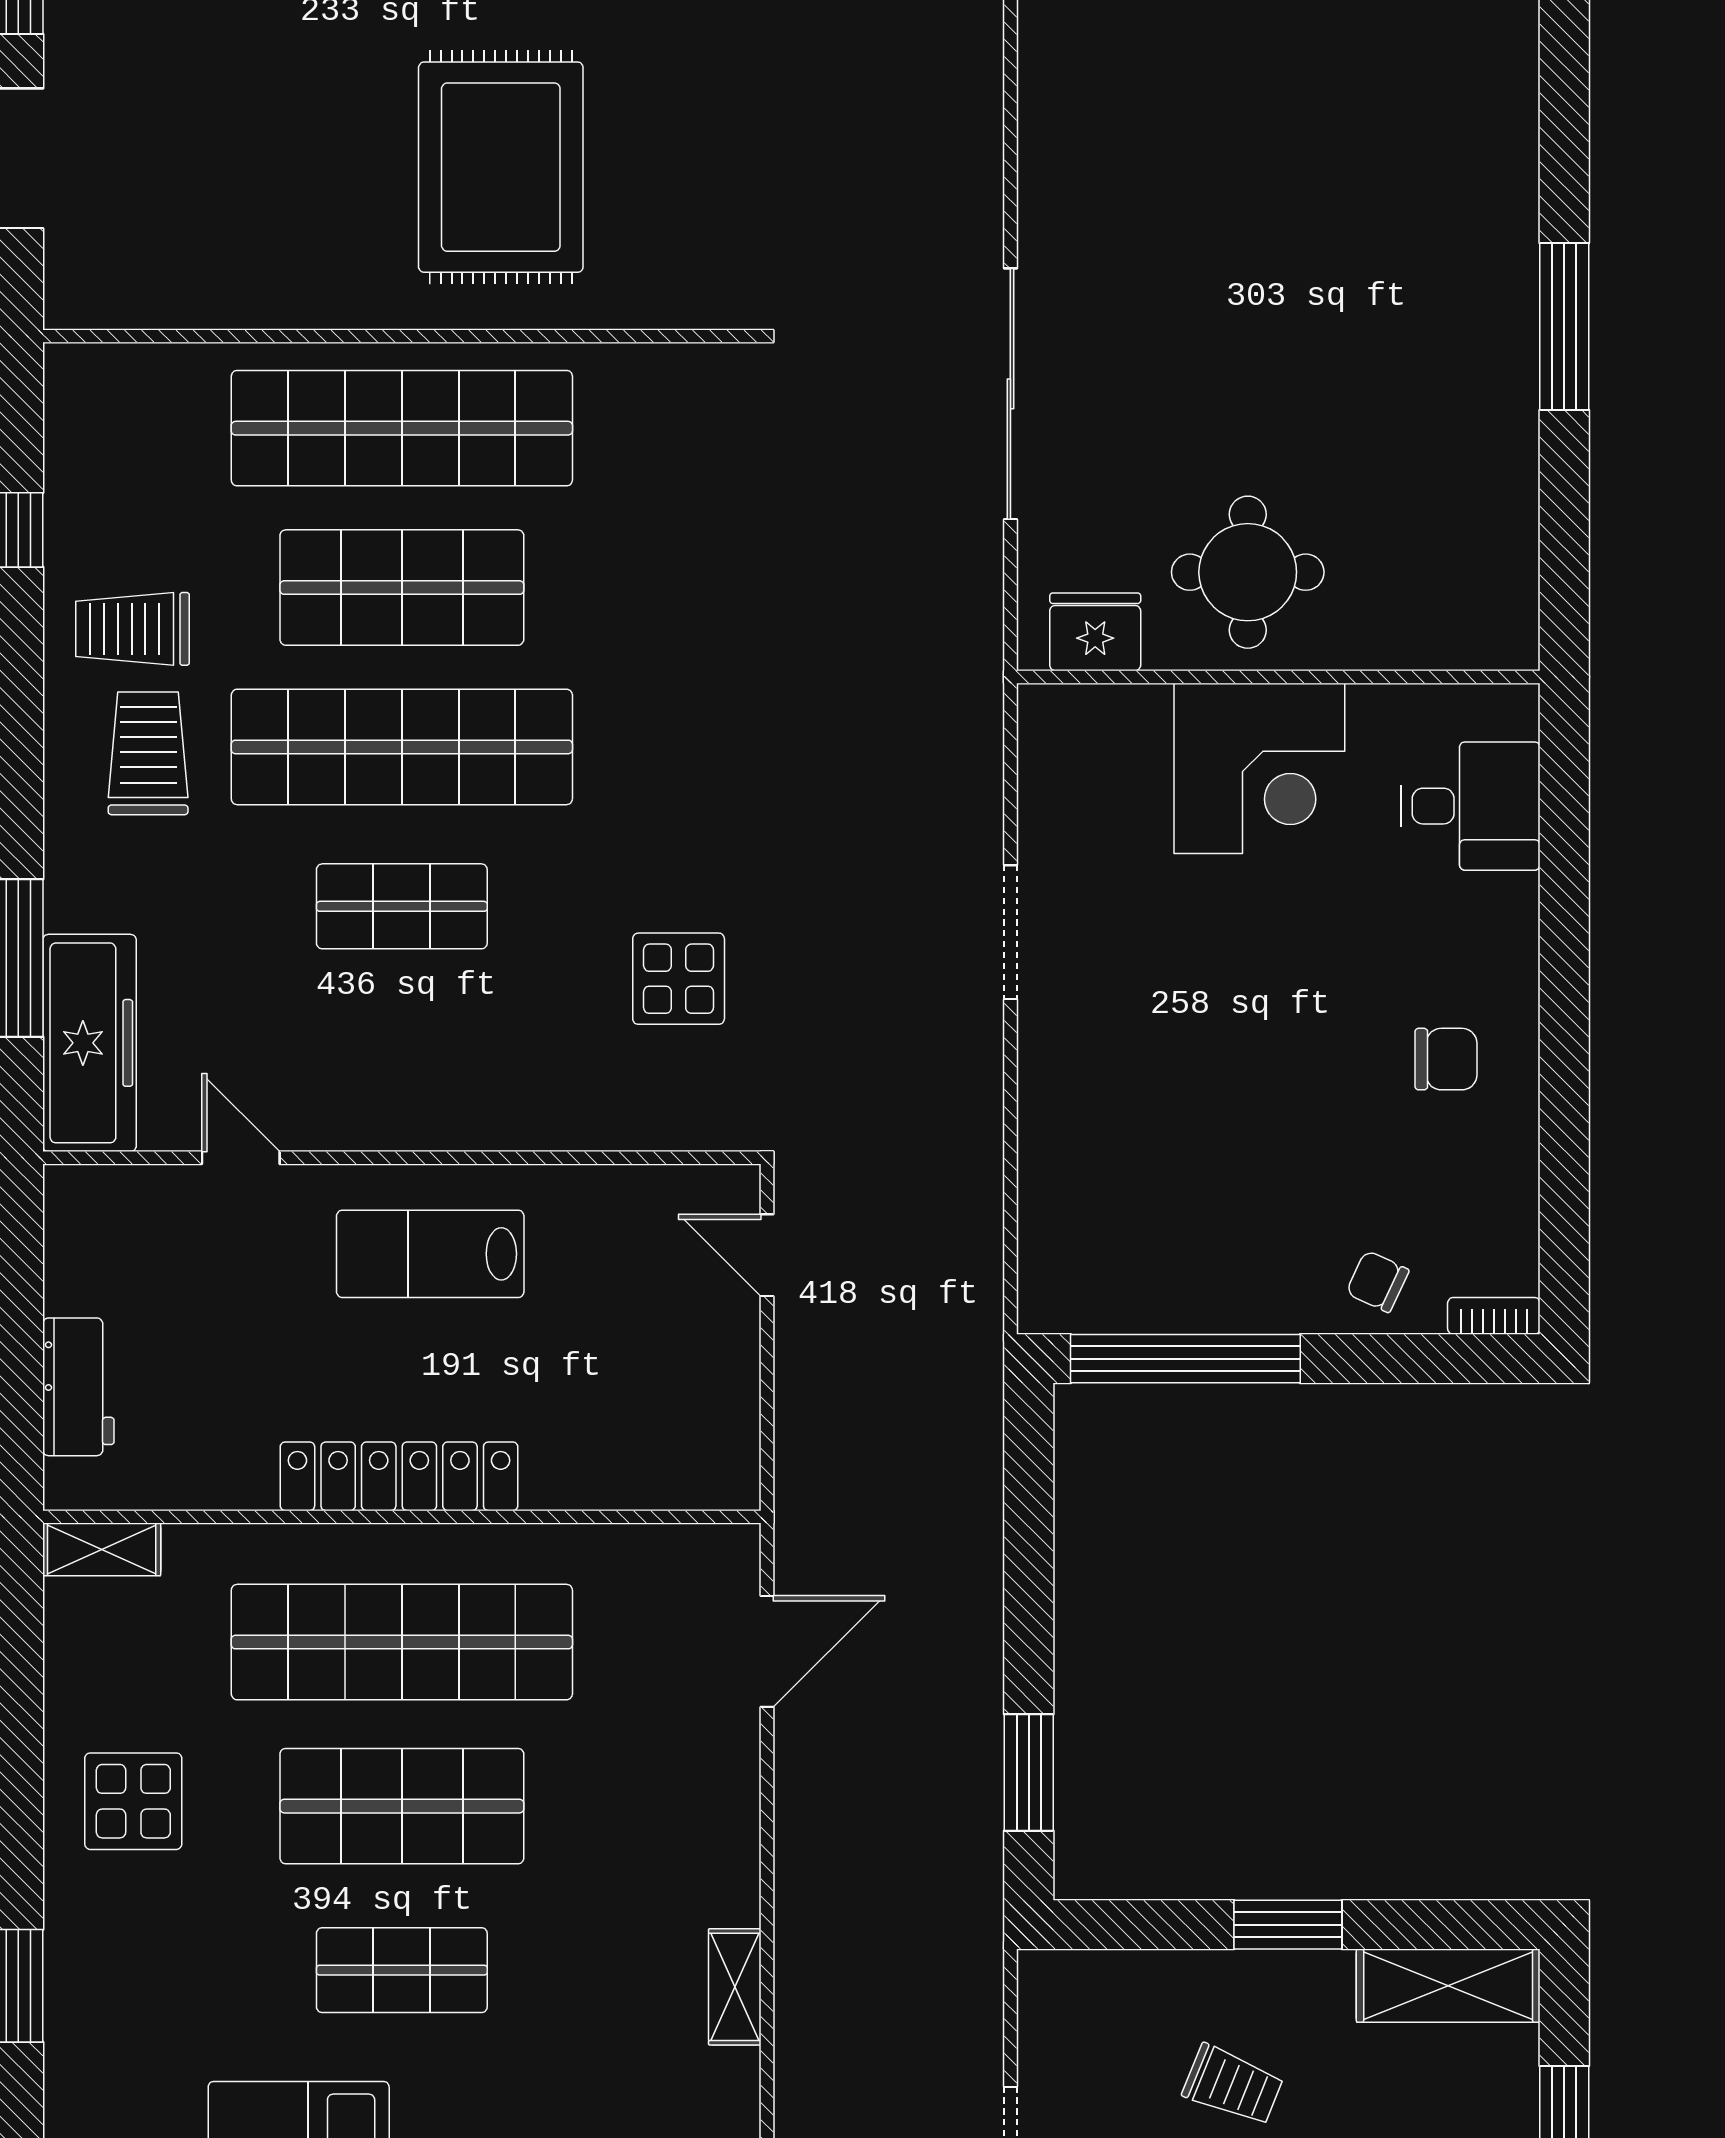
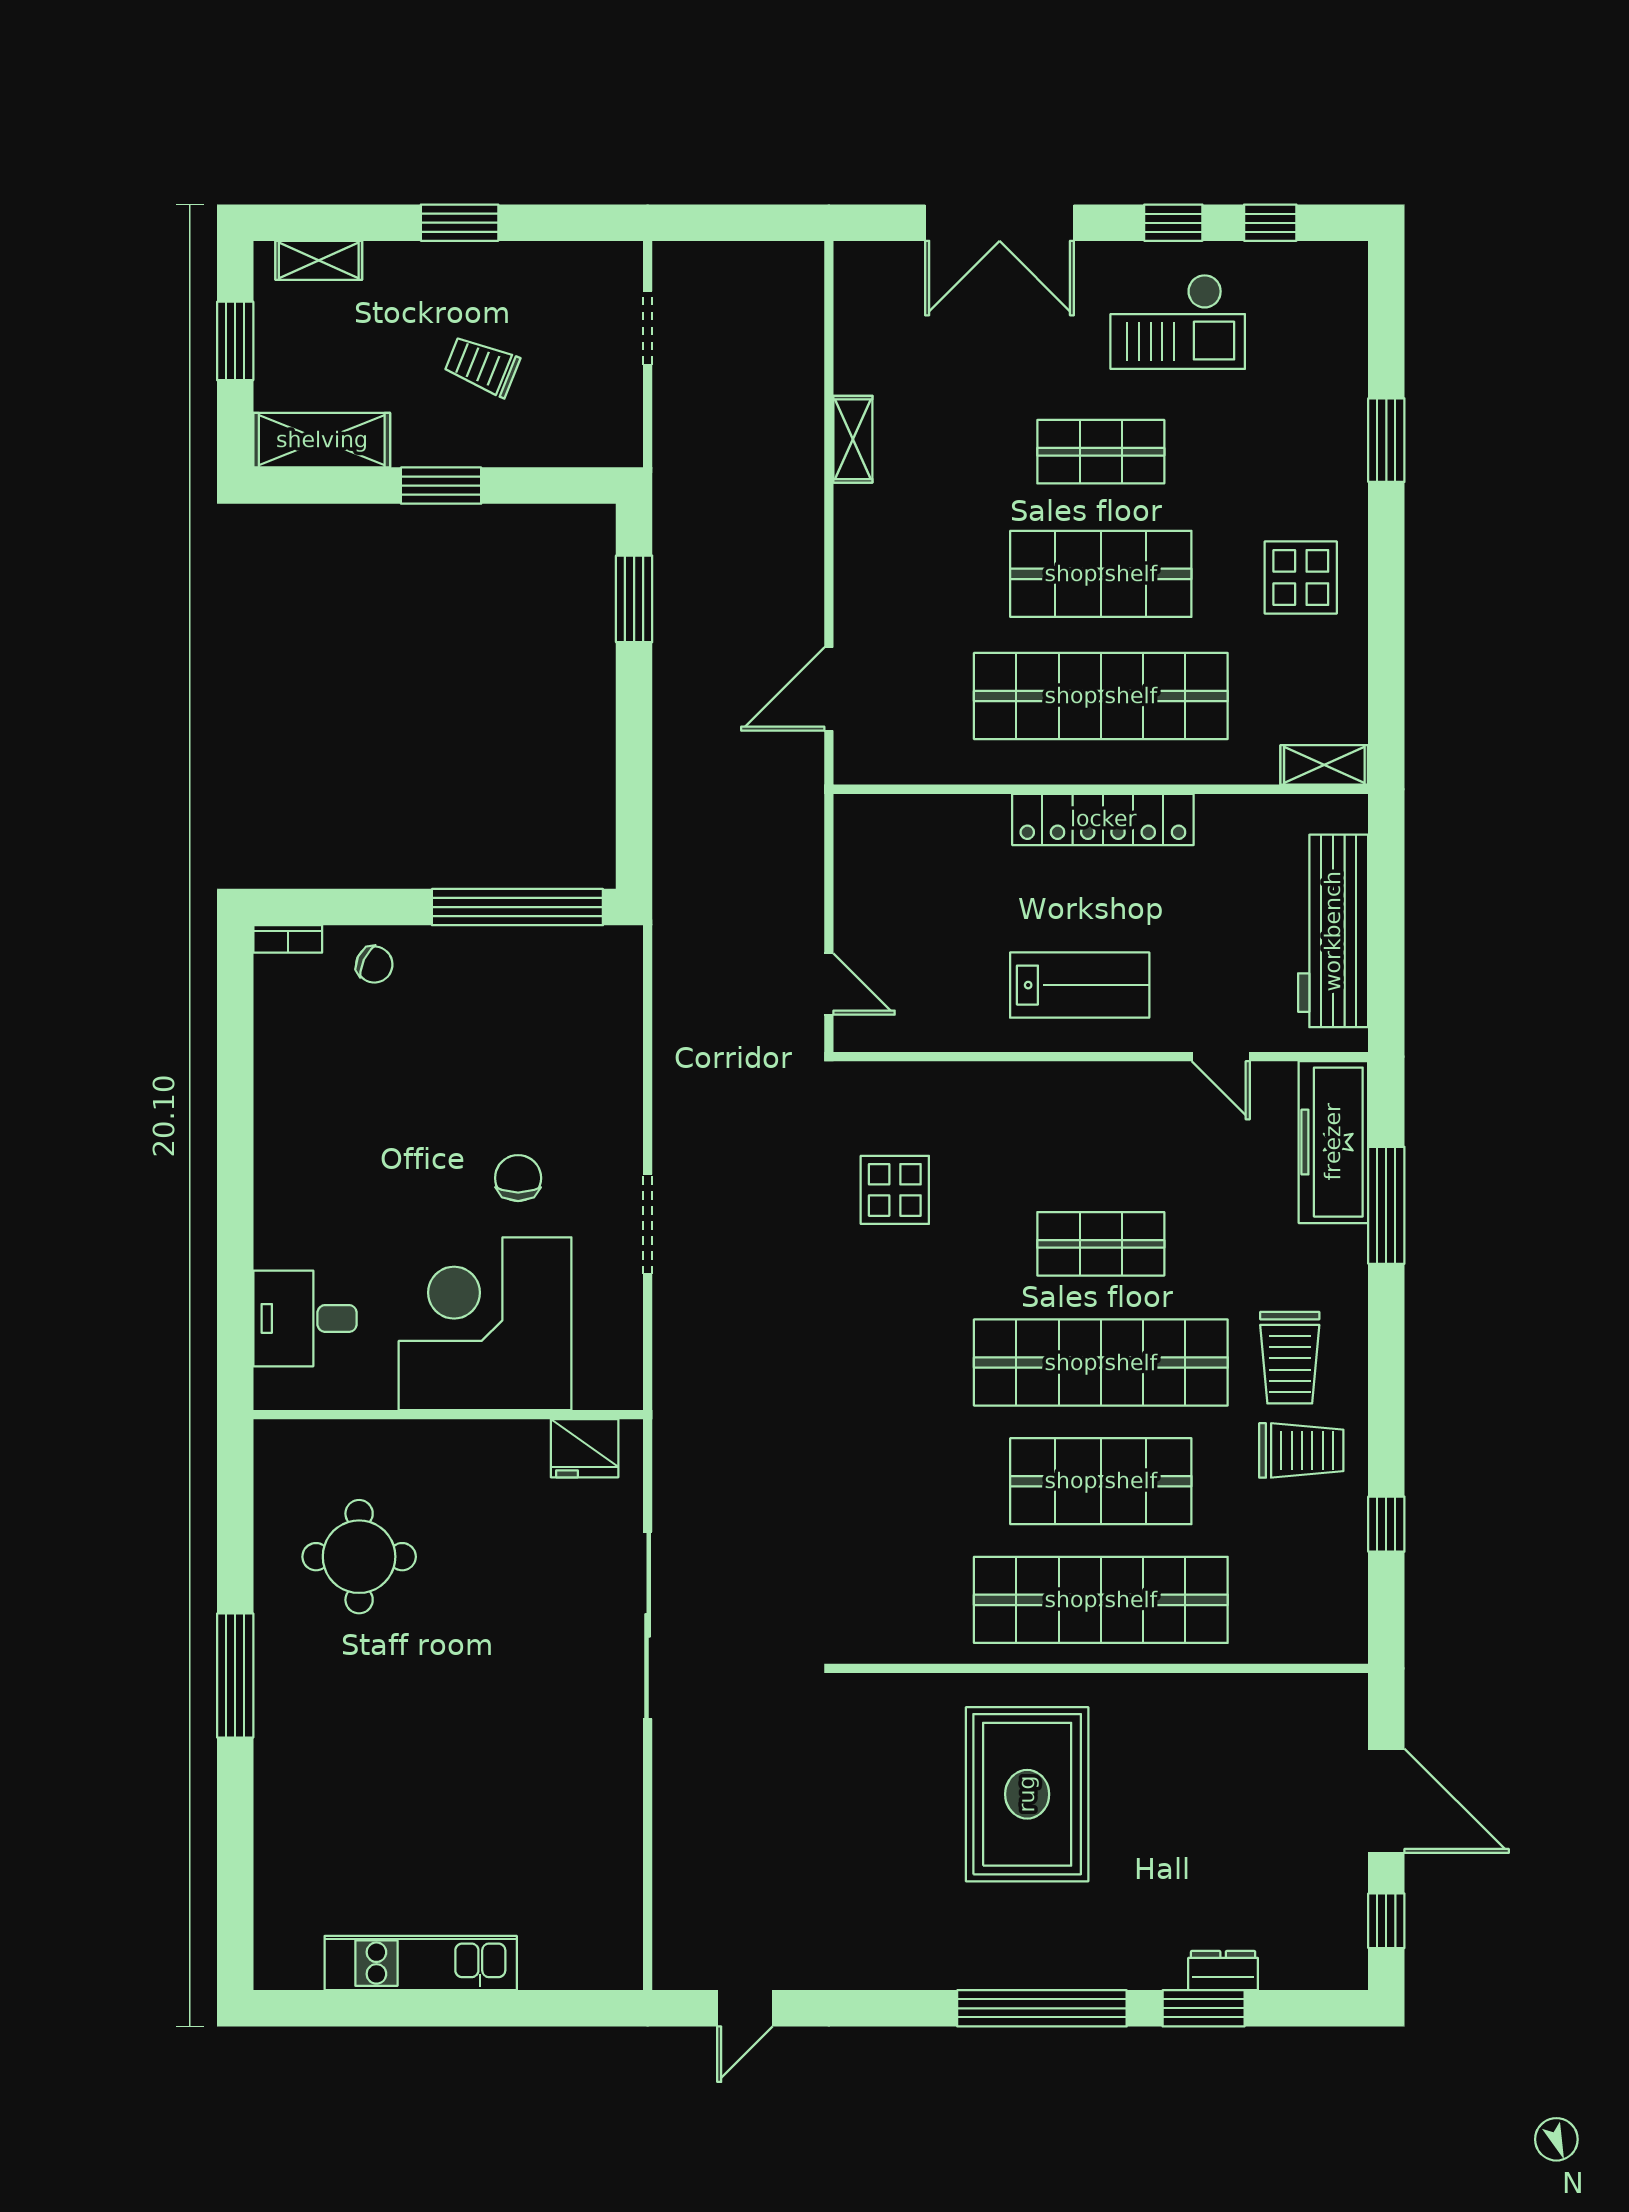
round table: (1248, 572) -> (359, 1557), moved
corner desk: (1259, 768) -> (485, 1324), width x1.36, depth x1.36
chair: (1446, 1059) -> (518, 1178), moved, turned 90
workbench: (78, 1387) -> (1333, 931), width x1.88, depth x1.32

